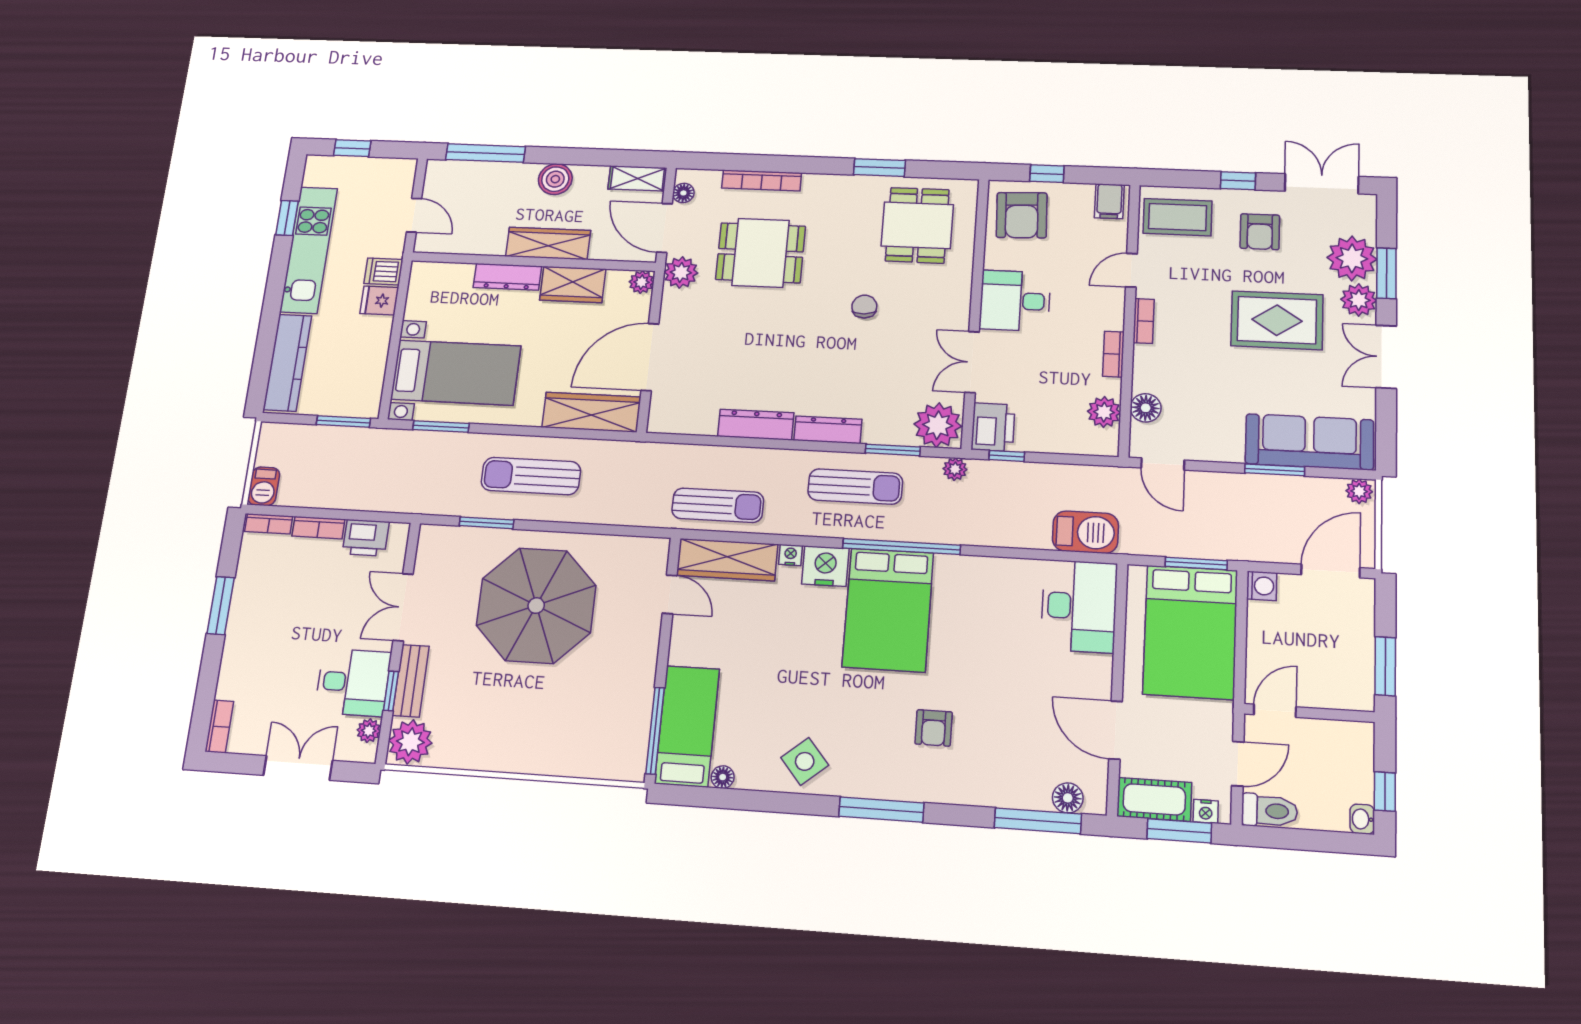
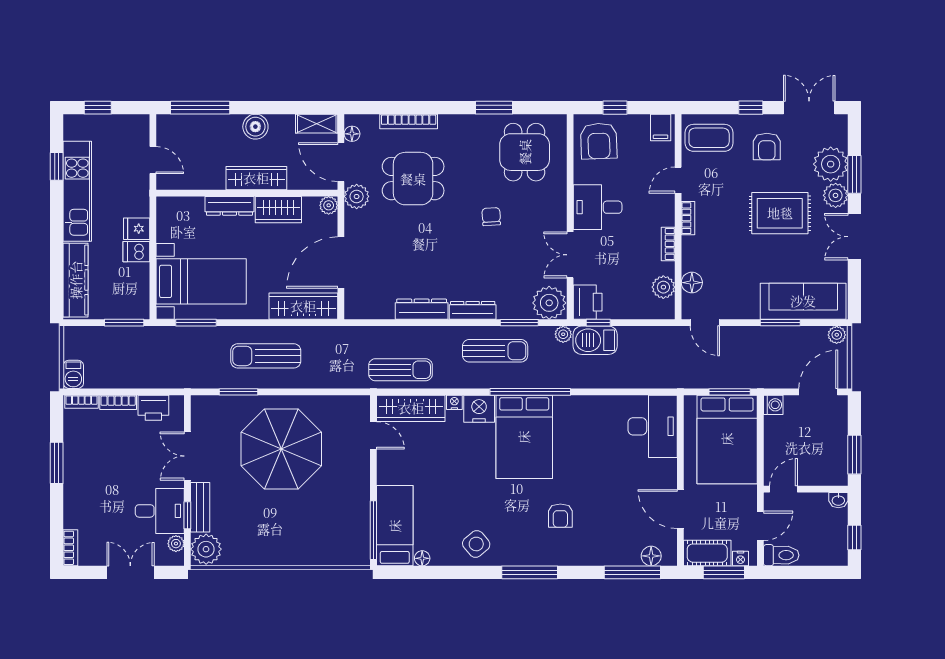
dishwasher: (383, 271) -> (136, 252), moved
barbecue: (1085, 532) -> (595, 340), moved, turned 180
washbasin: (1362, 819) -> (838, 500), moved, turned -90

